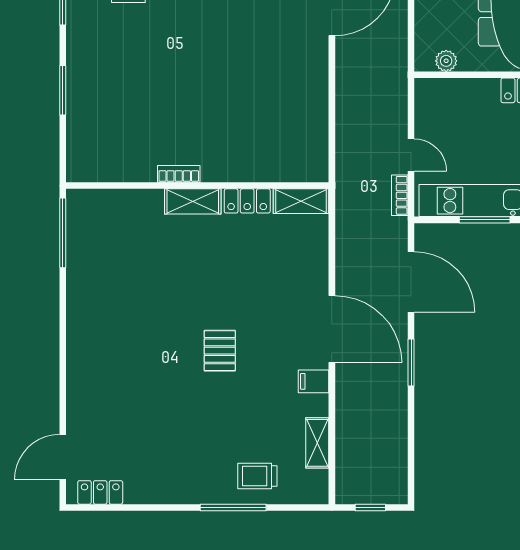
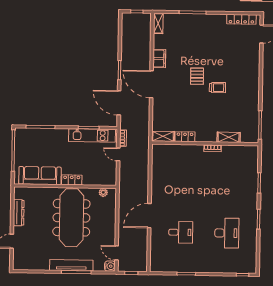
shelving: (193, 201) -> (229, 137), moved
filing cabinet: (314, 381) -> (159, 58), width x2.00
shelving: (317, 443) -> (158, 23), moved
trolley: (257, 476) -> (217, 88), moved
locker: (100, 492) -> (241, 19), width x1.53

